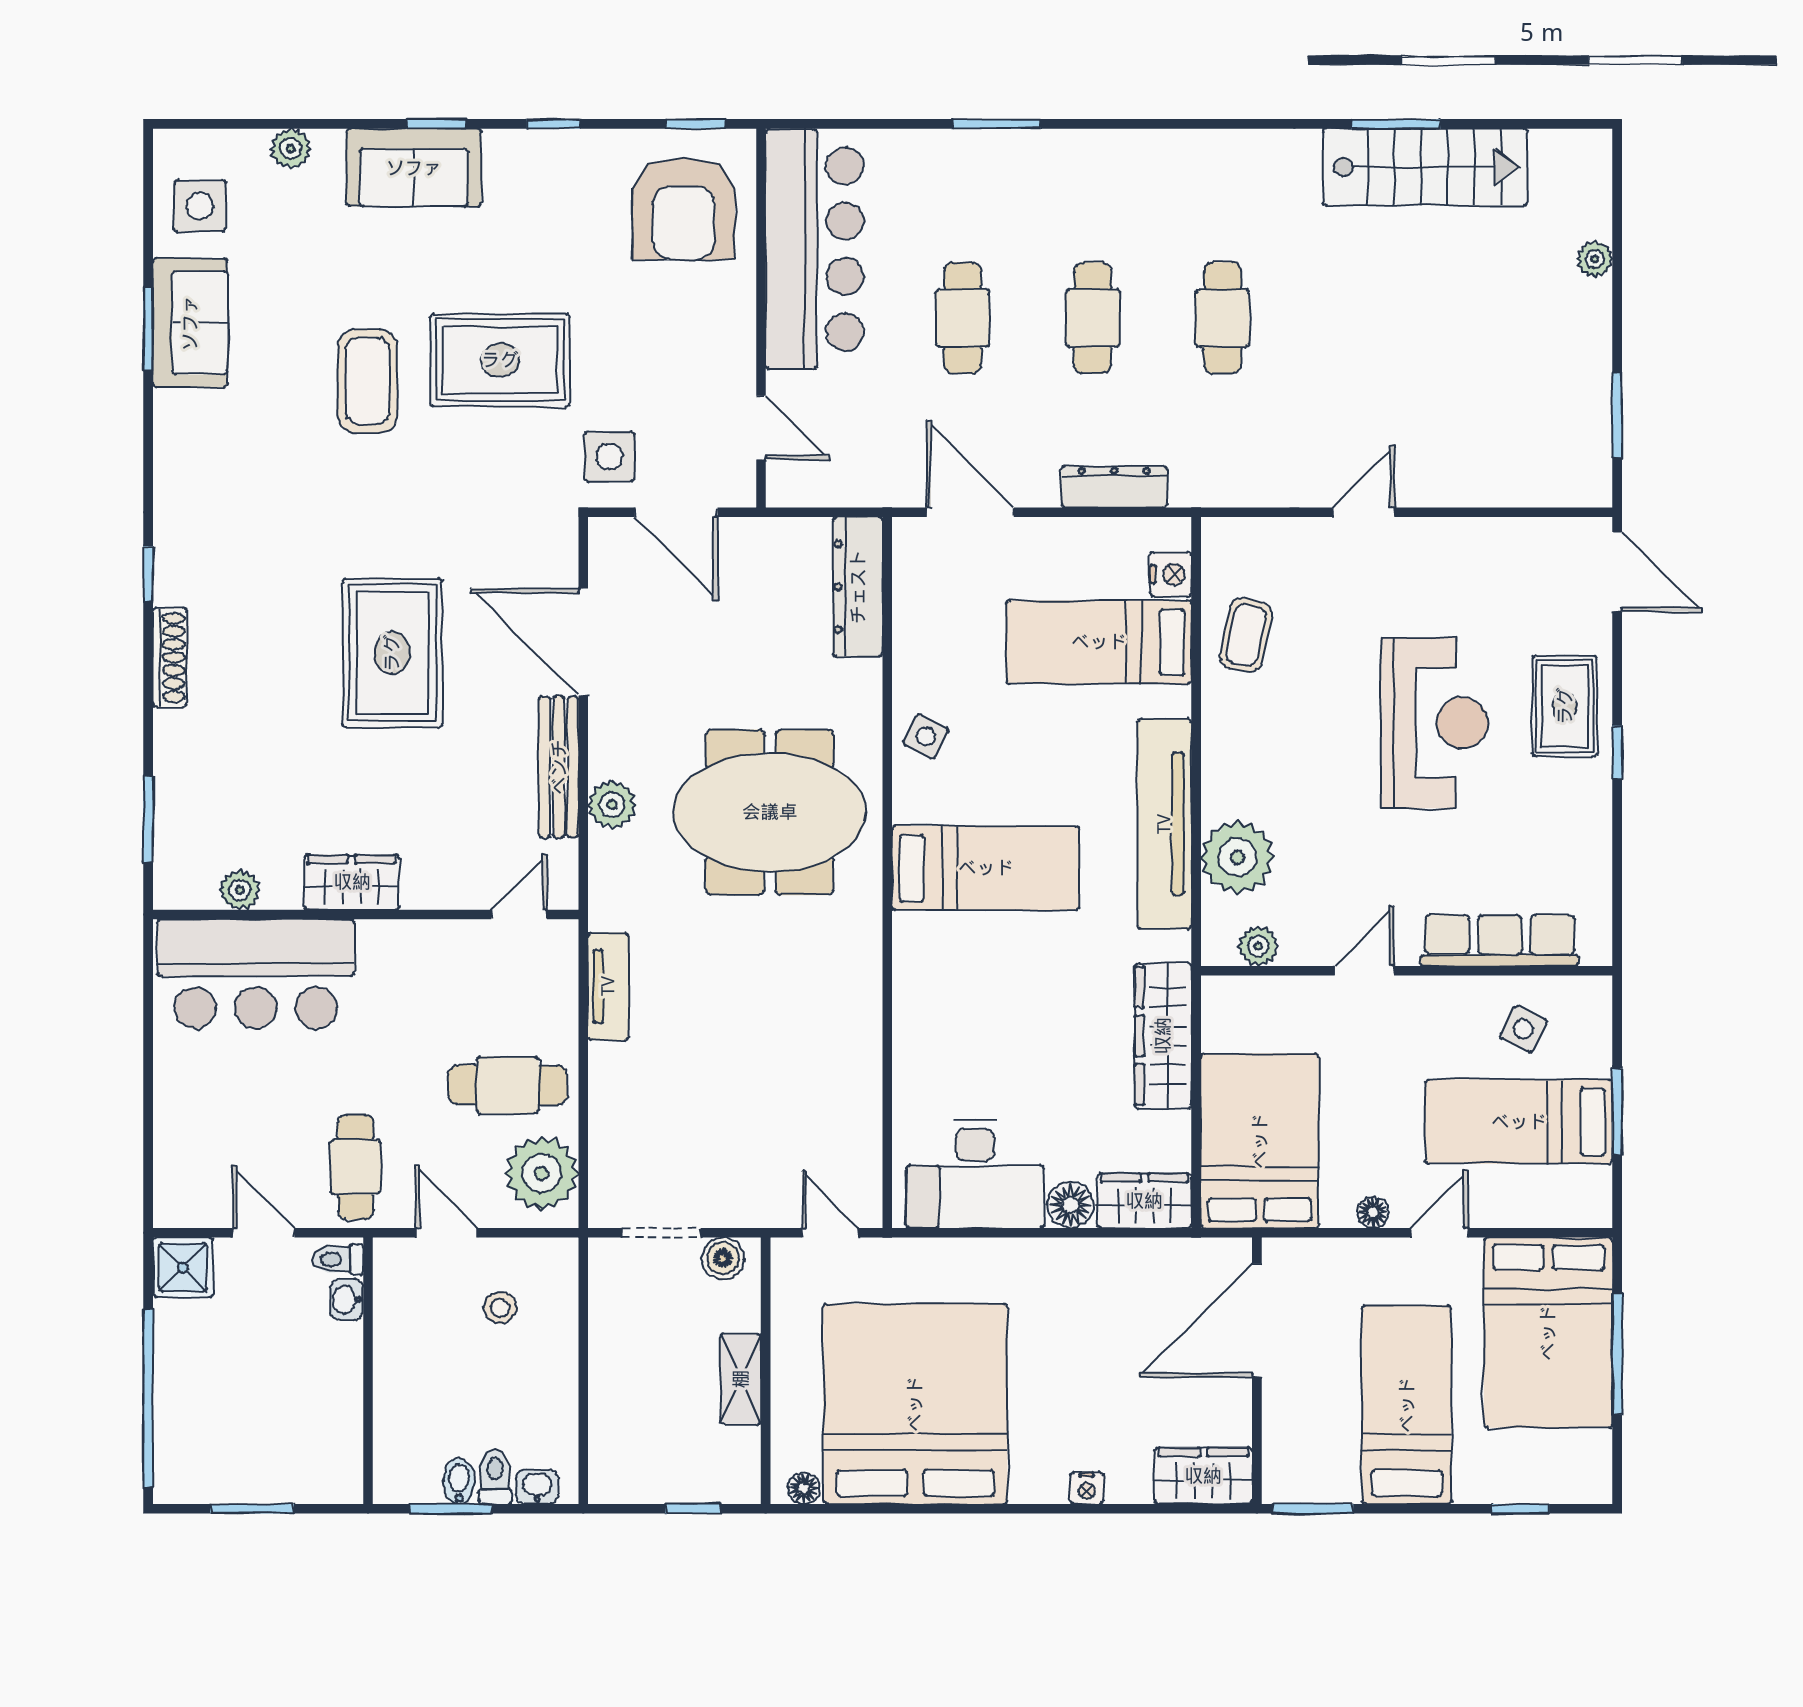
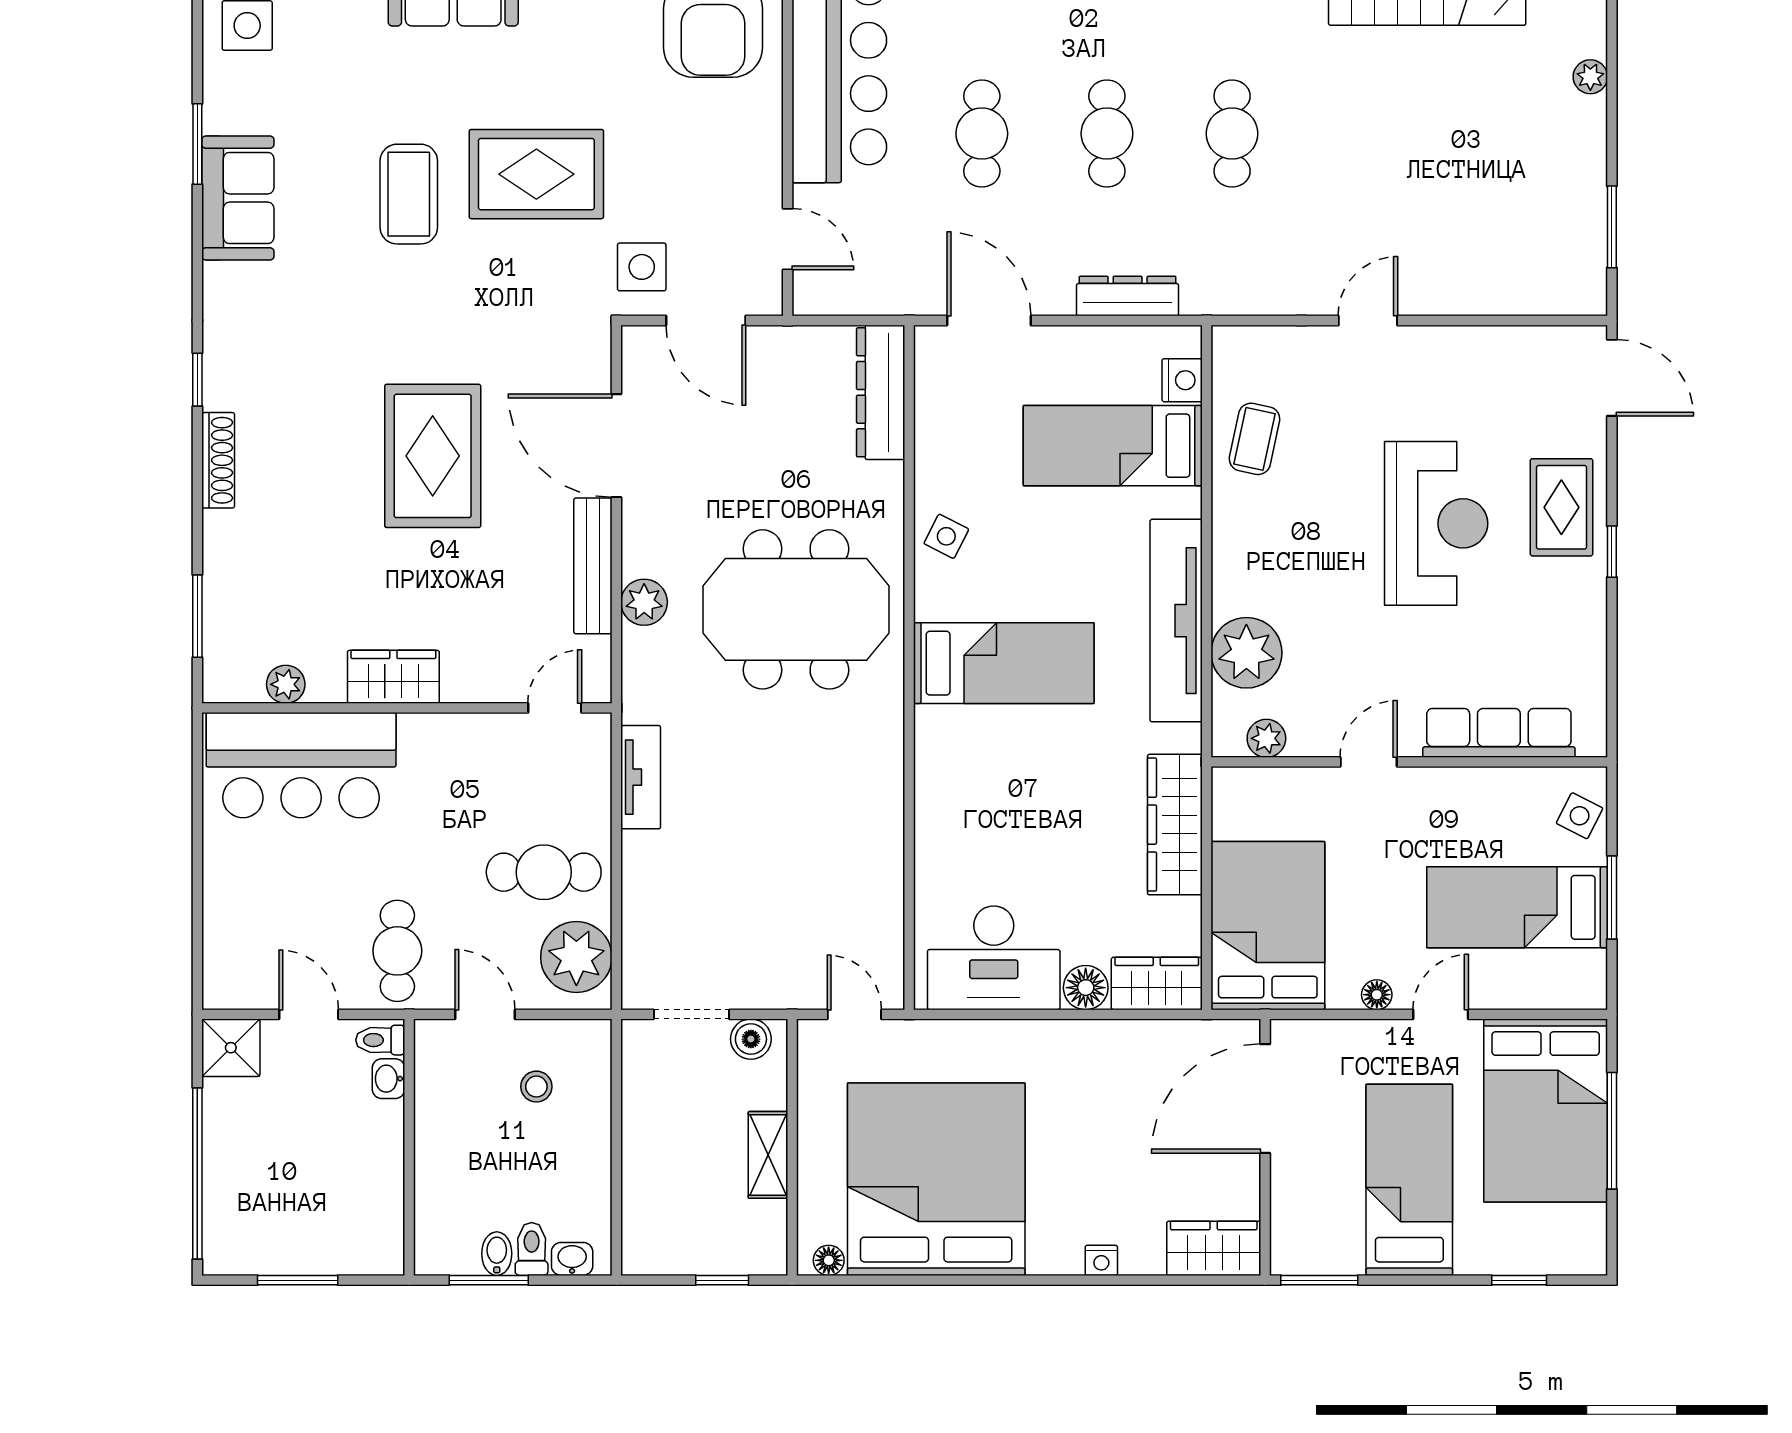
sofa: (190, 323) -> (238, 198), moved
side table: (1523, 1029) -> (1580, 816), moved

